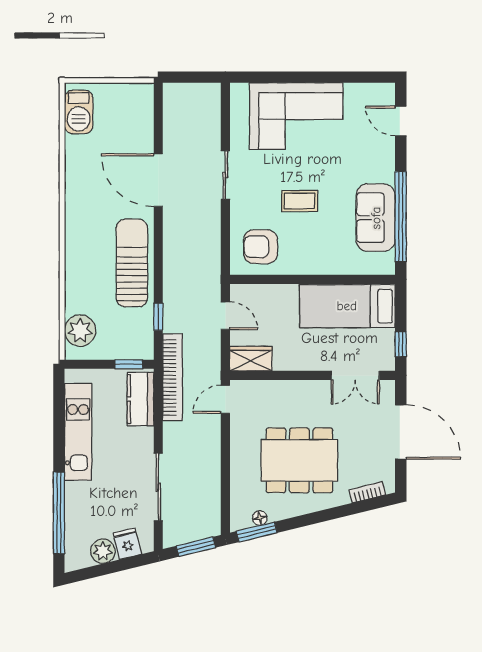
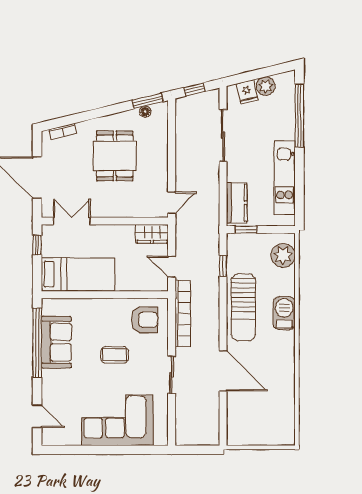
barbecue: (79, 112) -> (284, 313), moved
bookcase: (173, 377) -> (183, 313), moved, turned 180
dining table: (299, 460) -> (115, 156), width x0.73
window: (196, 547) -> (194, 90), width x0.67

